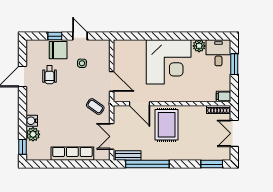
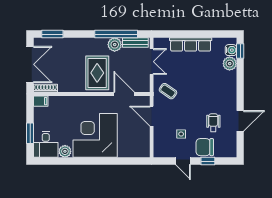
water cooler: (32, 121) -> (231, 50), moved
double door: (234, 133) -> (30, 64), width x1.37
plant: (149, 153) -> (115, 45), added

